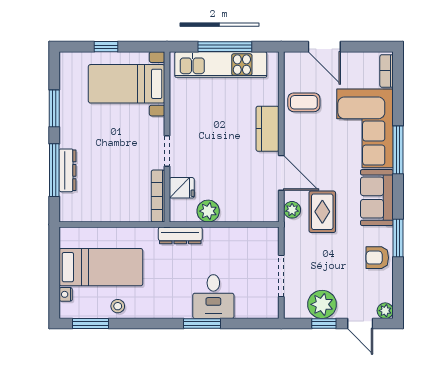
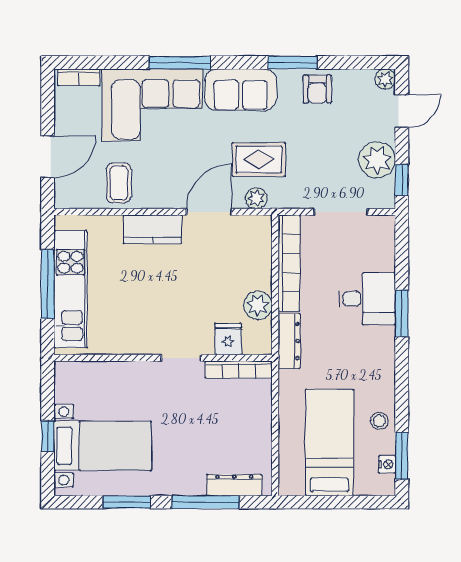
bed with nightstands: (127, 84) -> (103, 446), moved, turned -90
dresser: (68, 170) -> (234, 485), moved
bookcase: (241, 235) -> (289, 263), added
nightstand: (66, 294) -> (387, 464), moved, turned -90
window: (324, 324) -> (402, 180), moved

